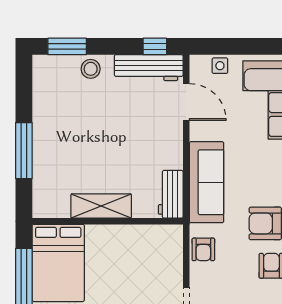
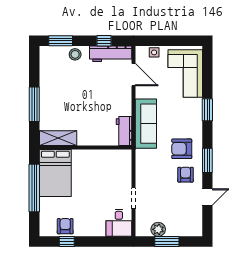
window: (155, 46) -> (104, 41), moved
shelving: (101, 206) -> (58, 138), moved
armchair: (203, 249) -> (144, 165), removed

